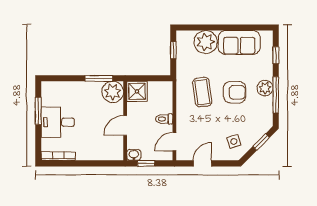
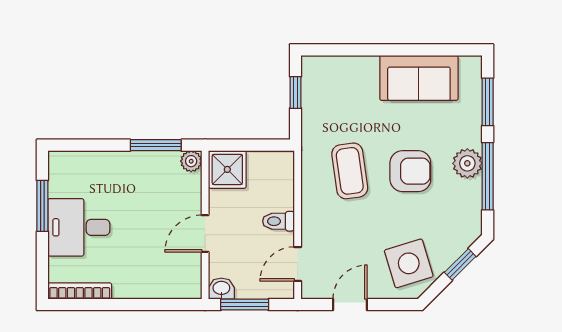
plant: (206, 42) -> (356, 77), removed
window: (276, 55) -> (488, 102), width x1.50
plant: (113, 92) -> (191, 161), width x0.53, depth x0.53
side table: (234, 141) -> (409, 263), width x1.87, depth x1.87
window: (146, 163) -> (245, 305), width x1.50

